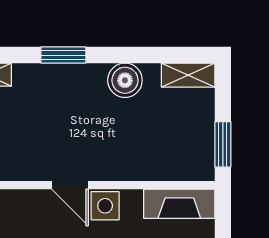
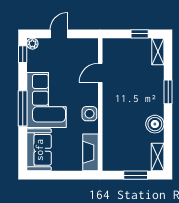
window: (223, 144) -> (136, 175), moved
door: (70, 185) -> (100, 73), moved

